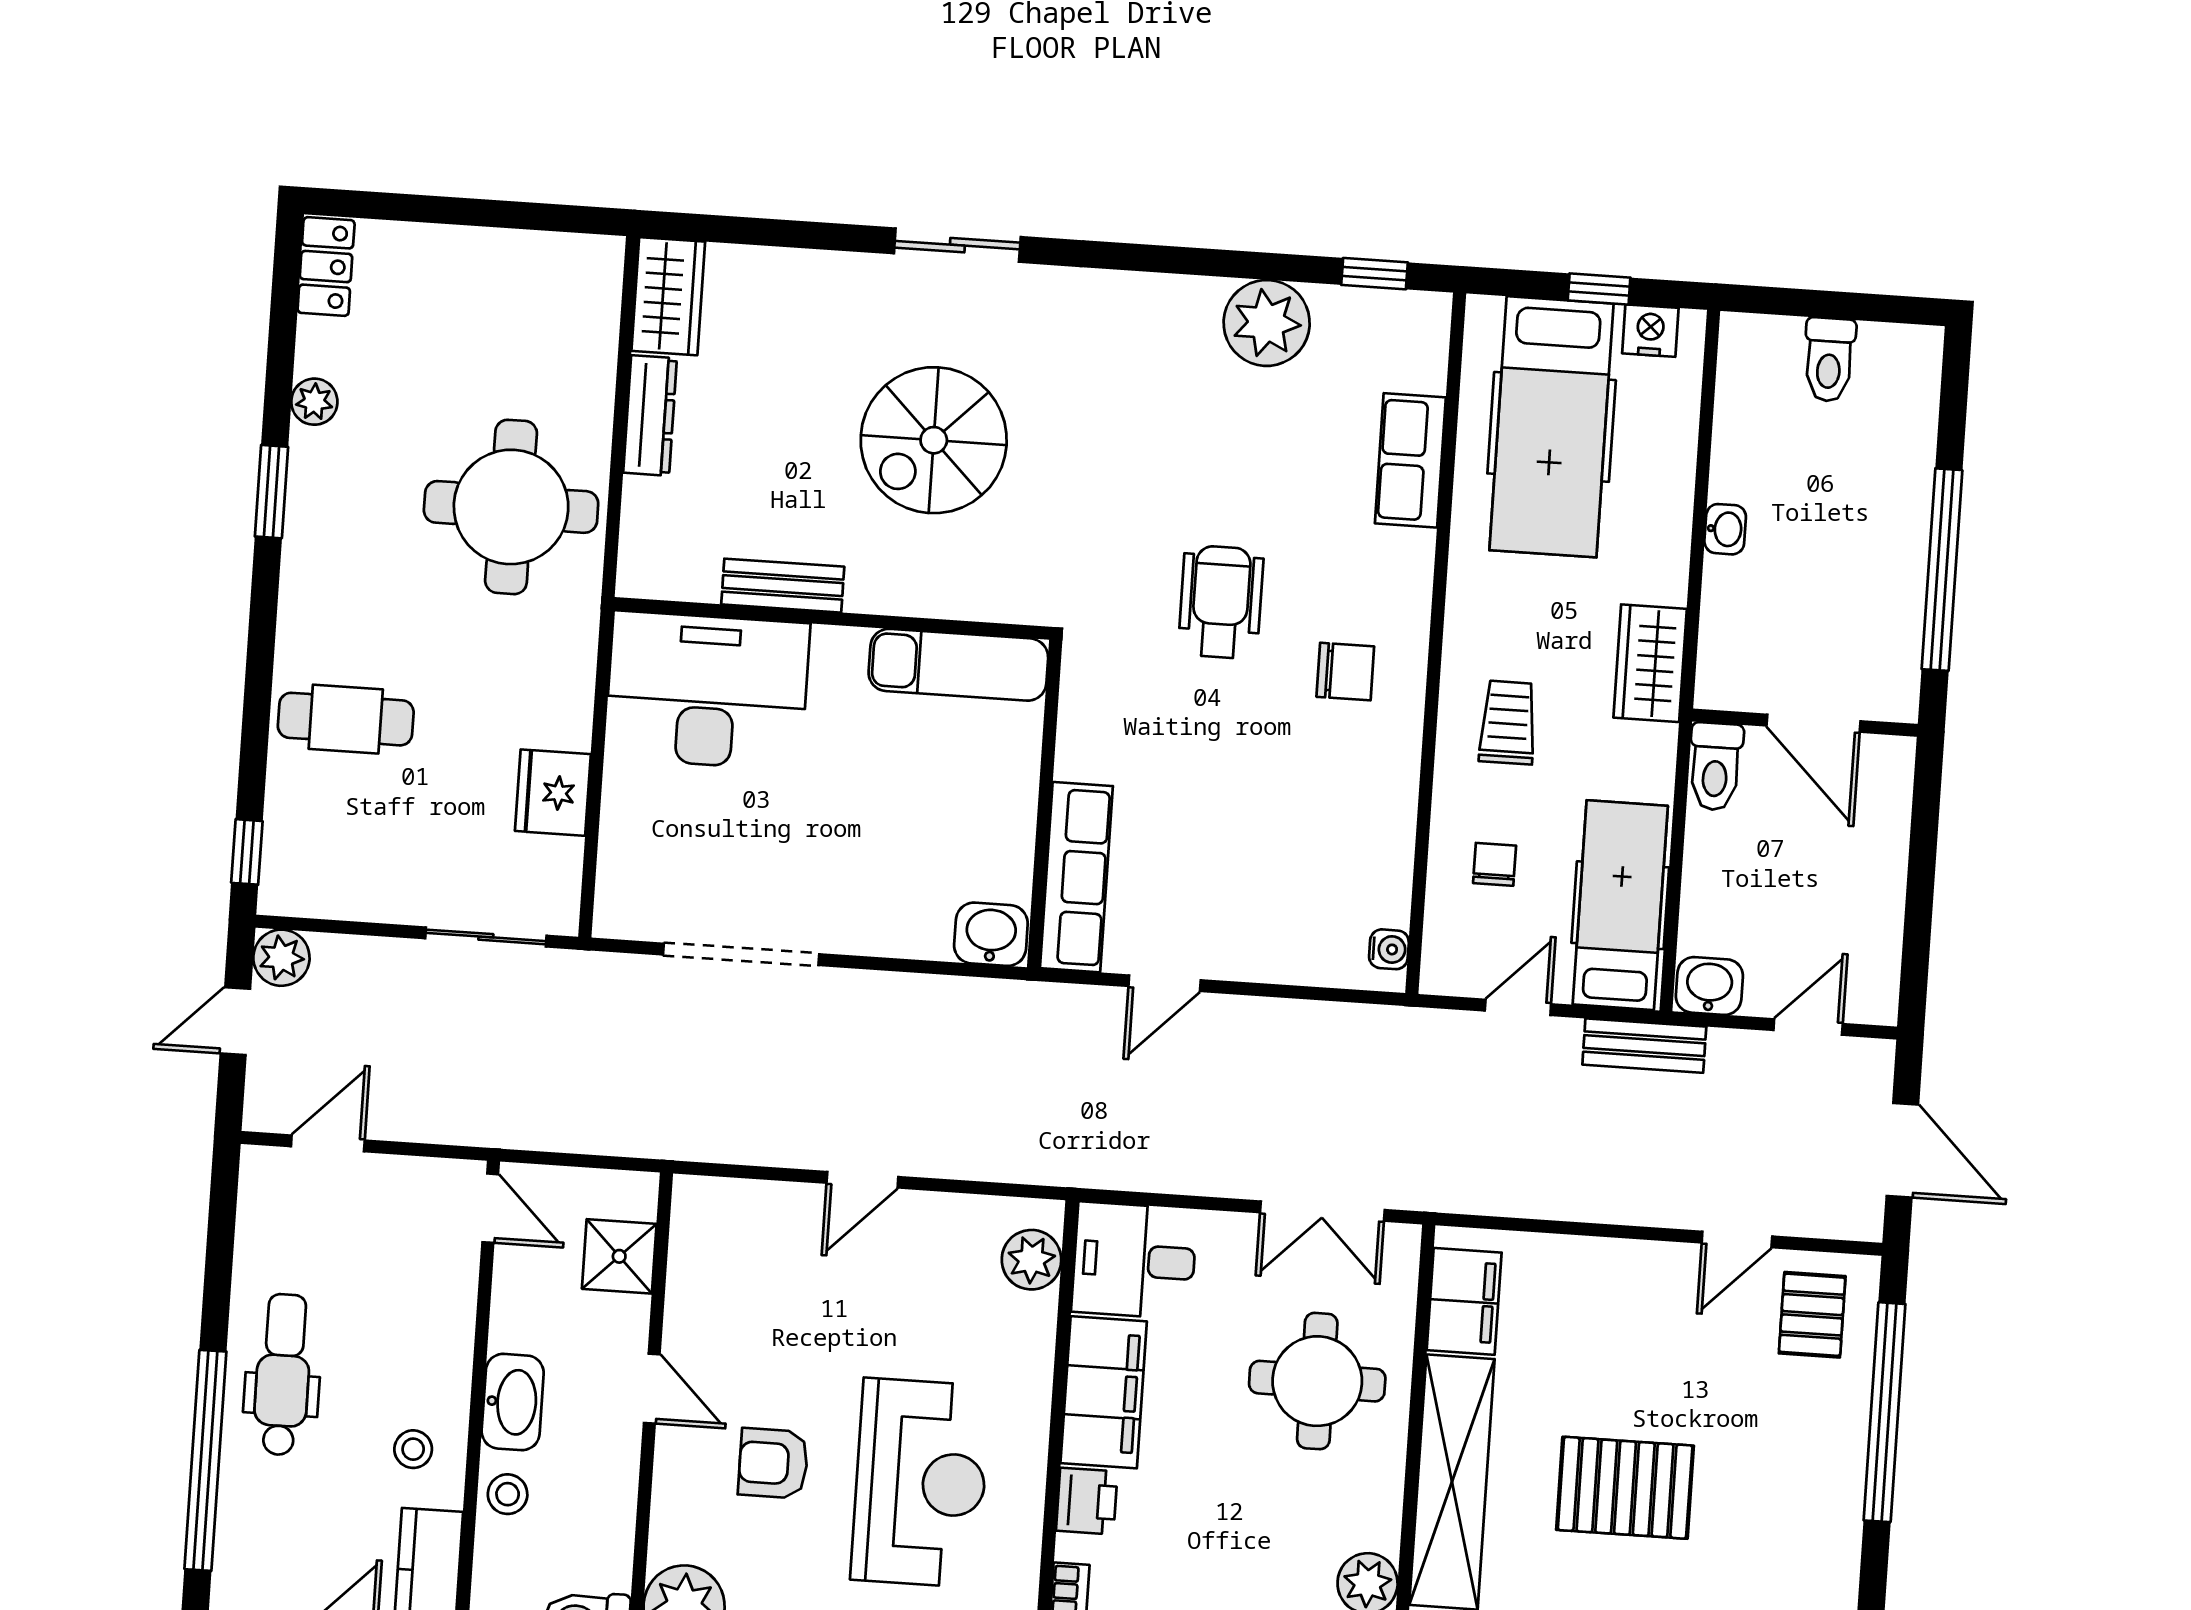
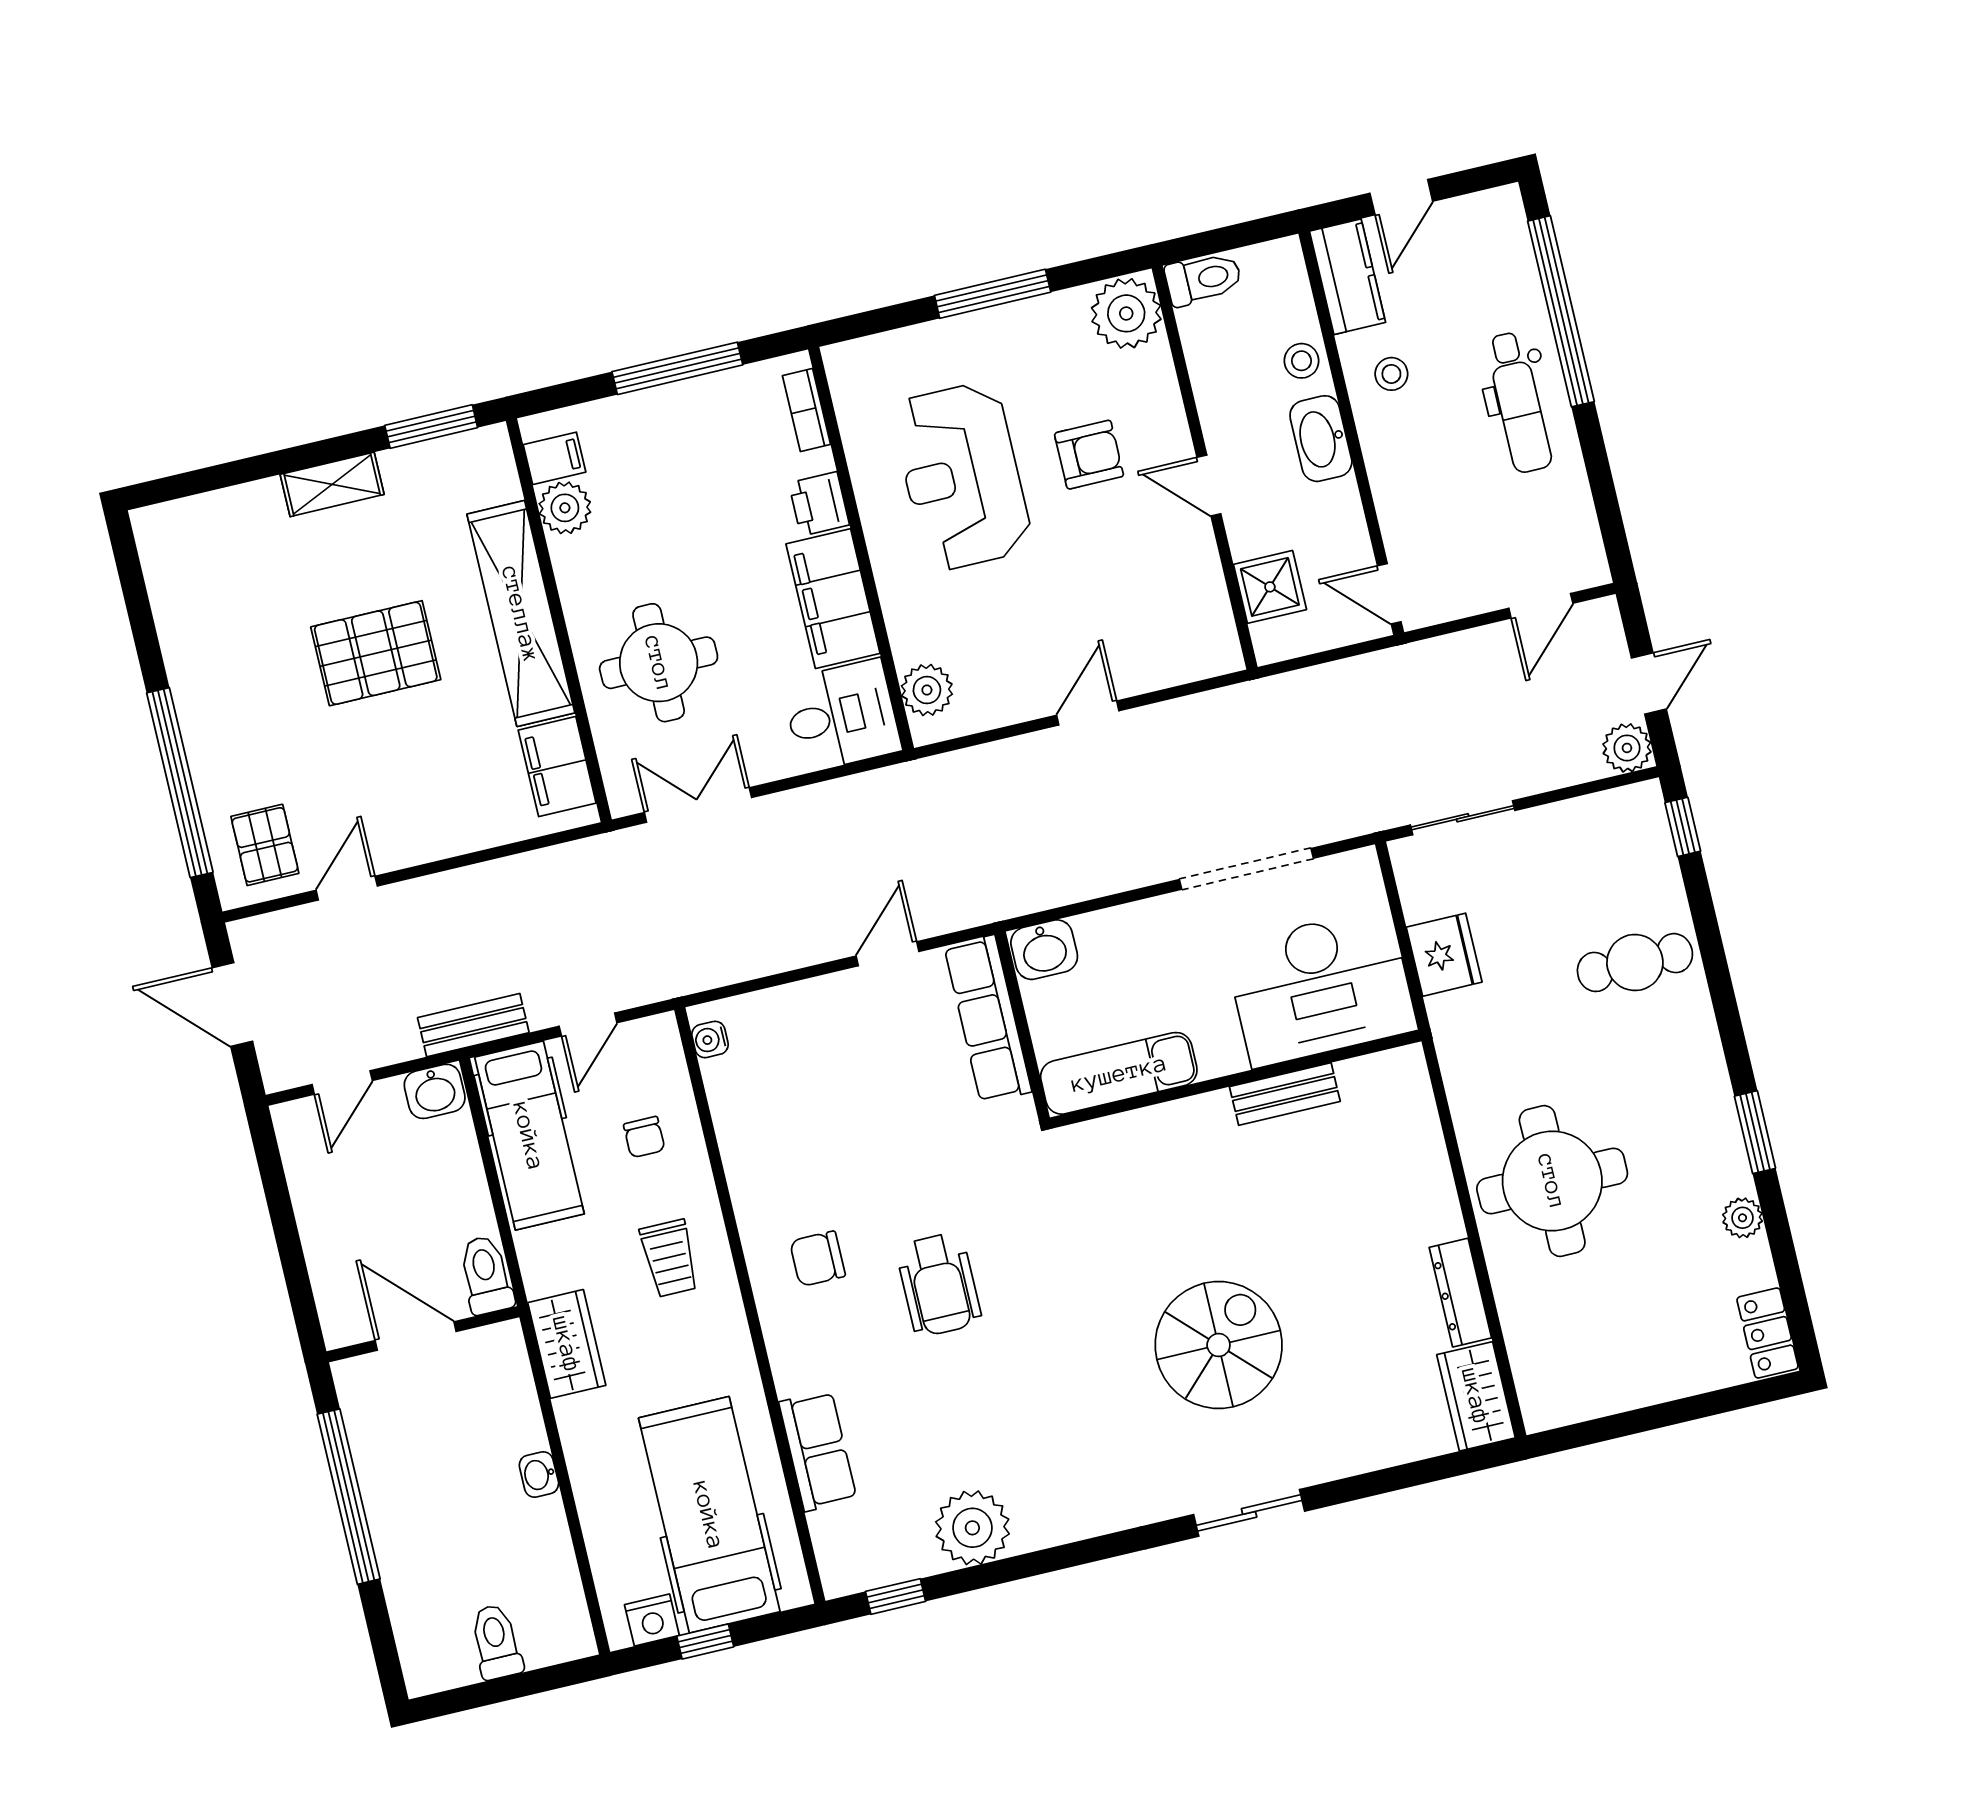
bench: (783, 586) -> (1285, 1094), moved
wall: (832, 618) -> (1236, 1079), moved
exam couch: (958, 665) -> (1119, 1073), moved
desk: (707, 691) -> (1321, 987), moved

